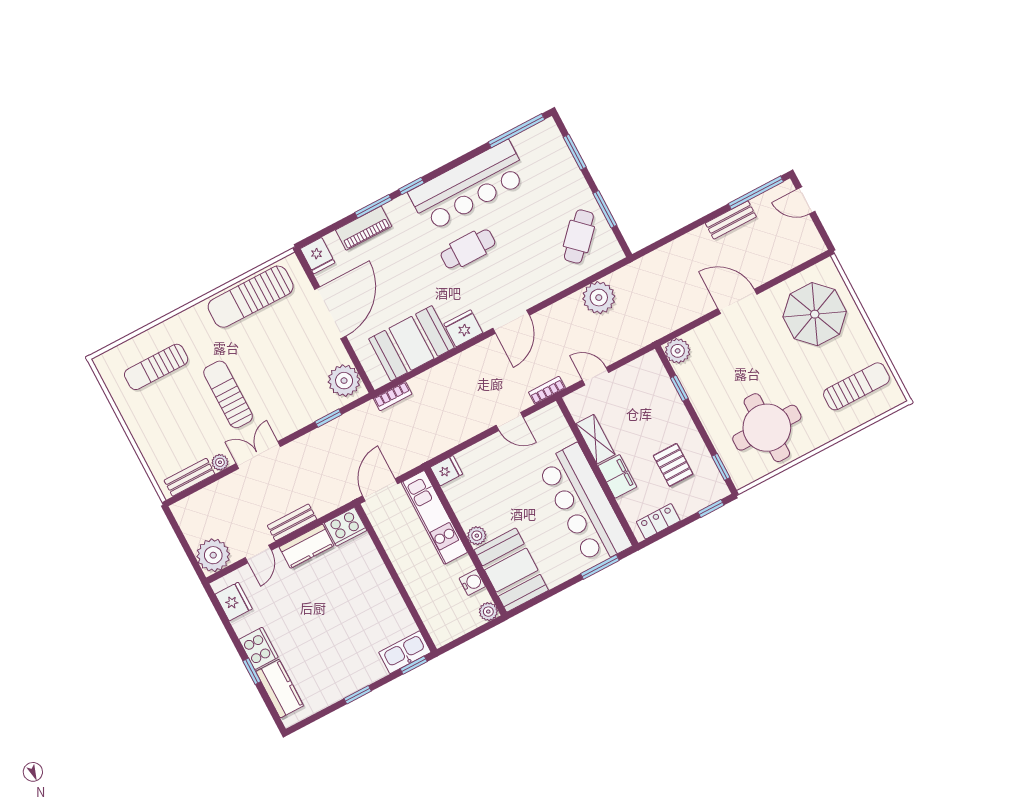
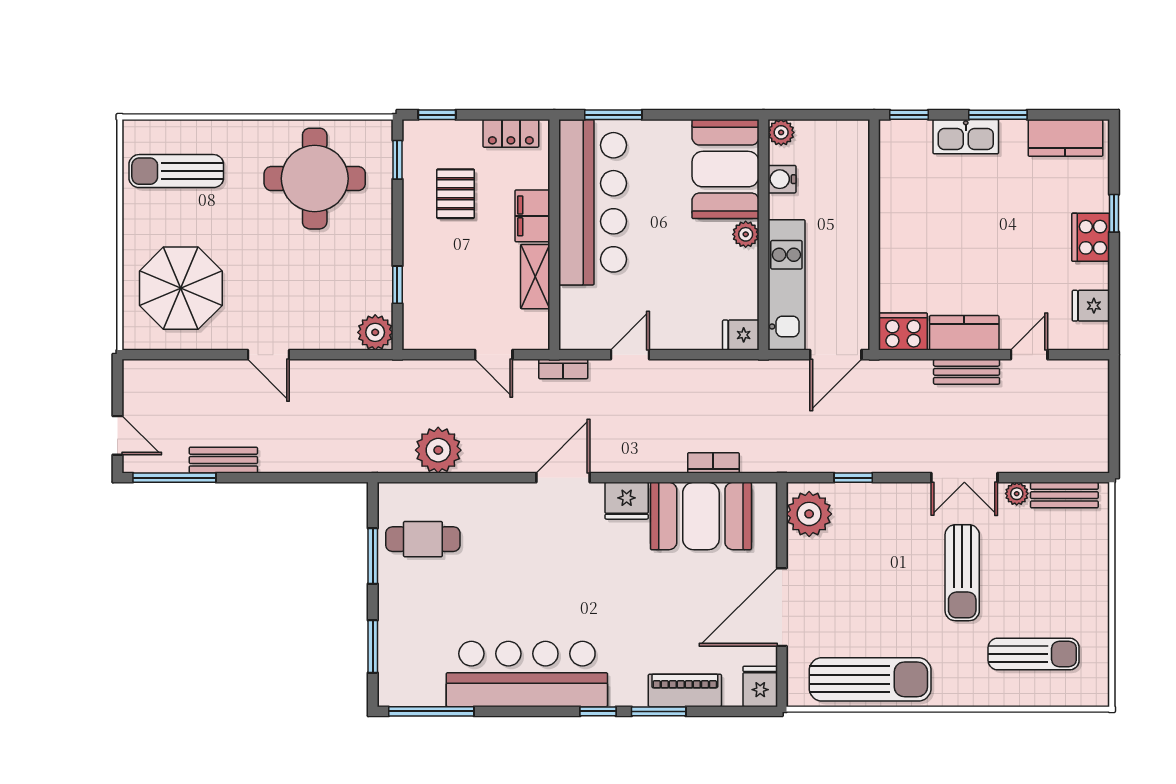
cafe table: (579, 236) -> (423, 539), turned 47
cafe table: (468, 249) -> (569, 596), removed
door: (737, 301) -> (269, 355), width x0.73
bookcase: (393, 396) -> (713, 463), moved
door: (510, 421) -> (630, 355), hinge flipped
plant: (213, 555) -> (1086, 383), removed
fridge: (234, 602) -> (1091, 306), width x0.72
kitchen sink: (405, 652) -> (966, 137), moved
kitchen counter: (280, 689) -> (1065, 138), moved, turned -90
window: (358, 695) -> (998, 115), width x1.50

